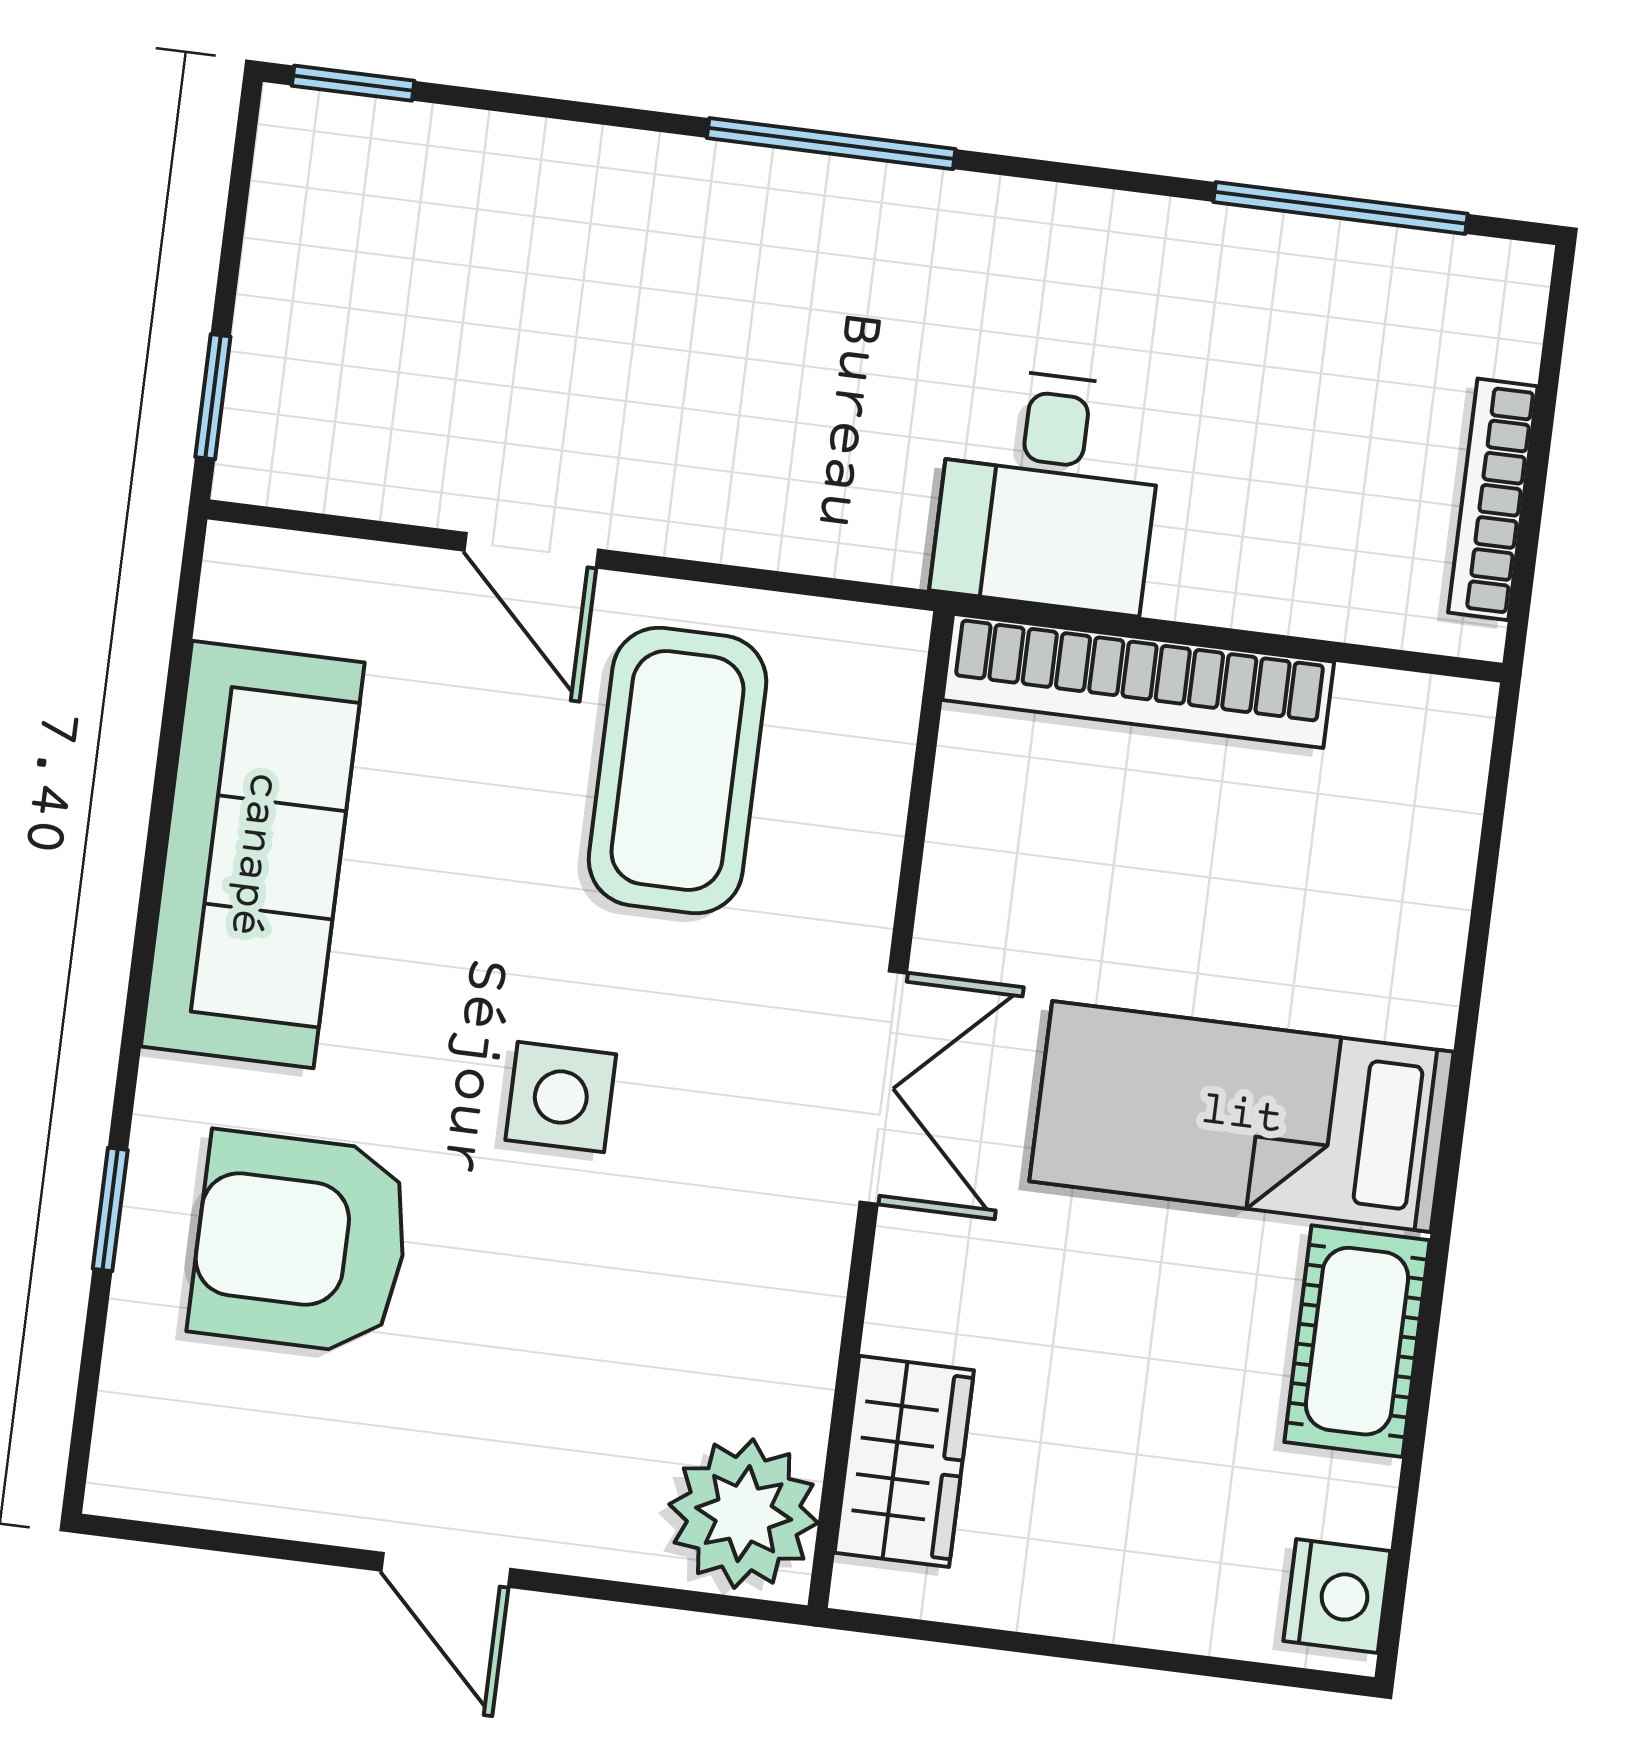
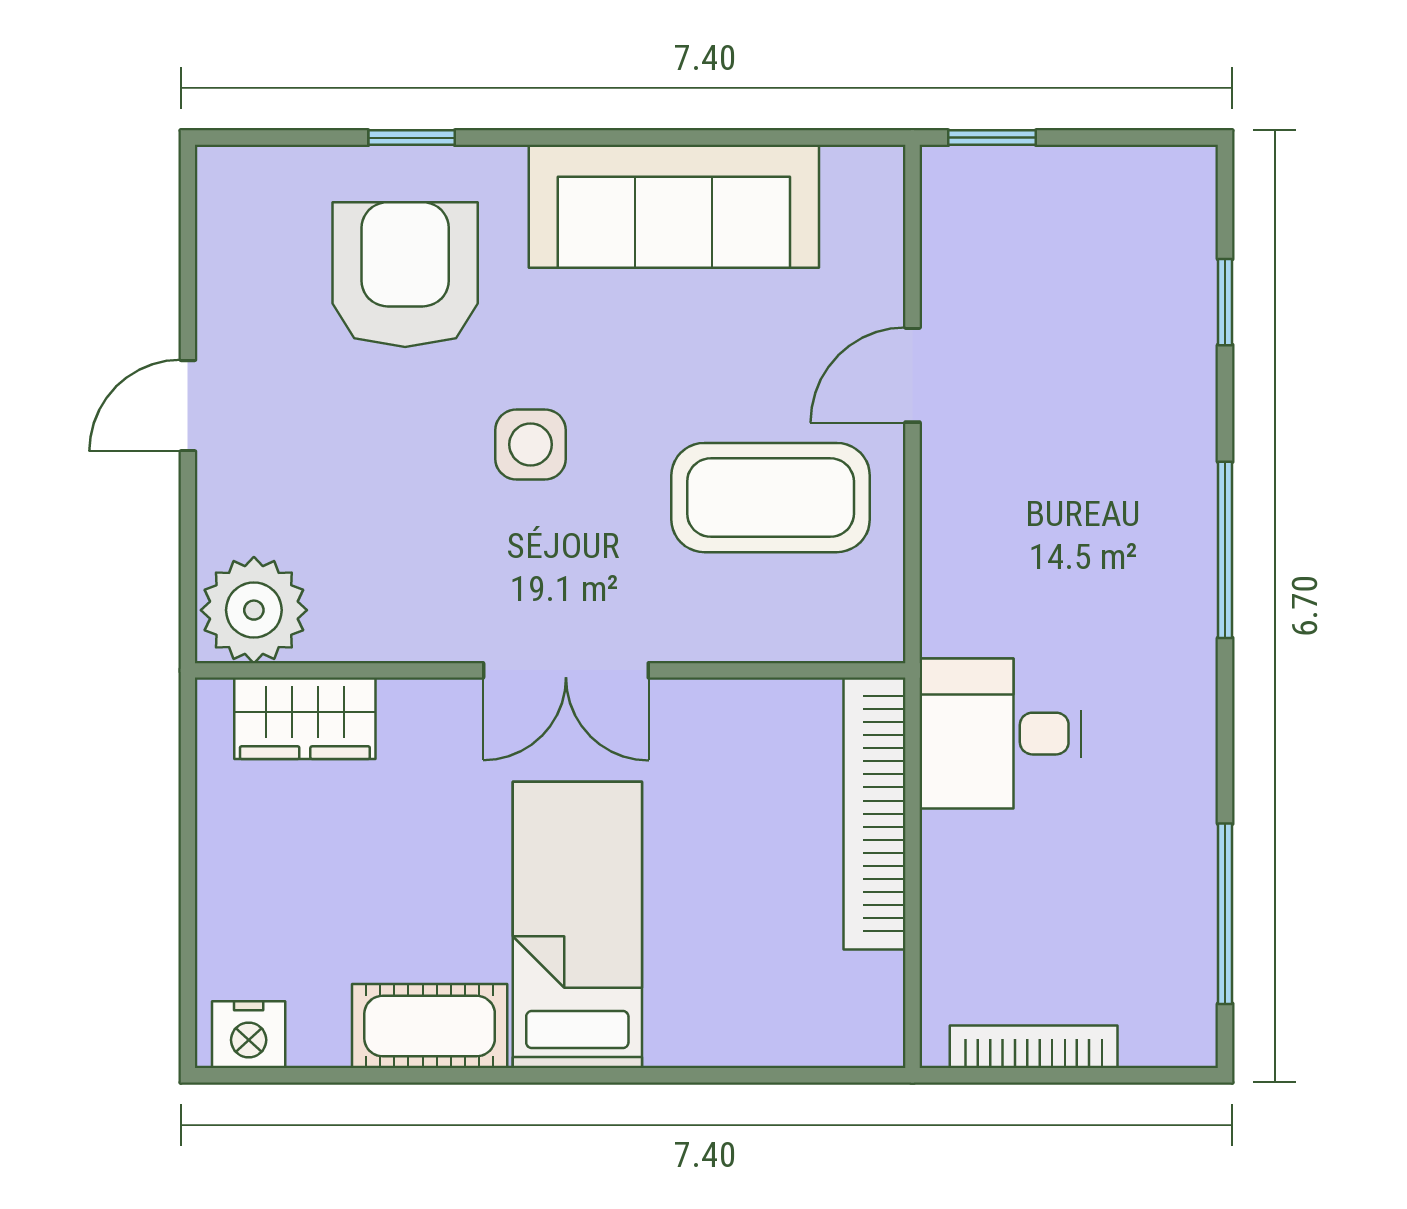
window: (353, 83) -> (1225, 302), moved

